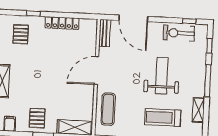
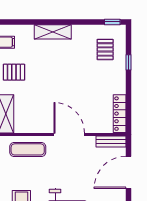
locker: (62, 23) -> (120, 114), moved
pallet: (21, 34) -> (105, 49), turned 90

